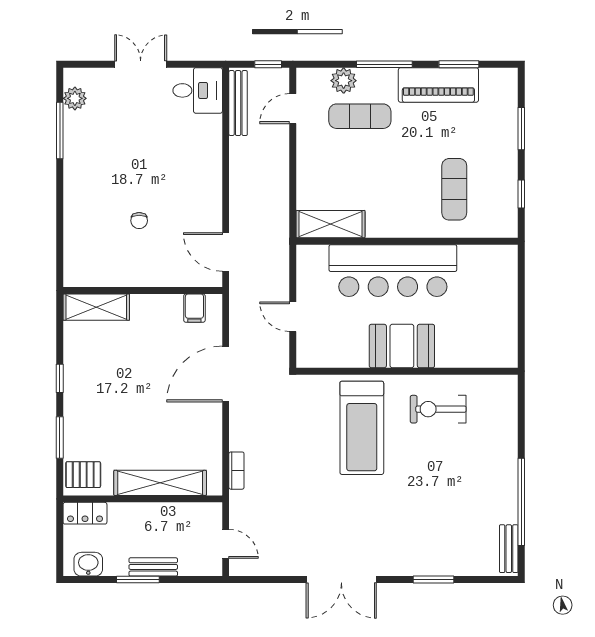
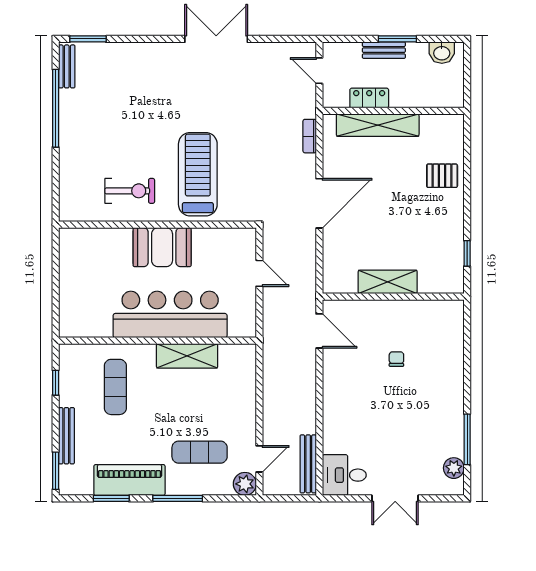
window: (268, 64) -> (281, 498), removed
plant: (344, 81) -> (245, 484), moved
window: (521, 129) -> (56, 471), moved
bench: (509, 135) -> (66, 436), added
shelving: (331, 224) -> (187, 356), moved
shelving: (96, 307) -> (388, 282), moved
filing cabinet: (194, 308) -> (347, 281), removed
door: (226, 374) -> (319, 203), moved
window: (60, 378) -> (467, 253), moved
window: (60, 437) -> (467, 166), removed
pallet: (83, 475) -> (442, 176), moved
locker: (85, 513) -> (369, 98), moved
window: (433, 580) -> (88, 39), moved

